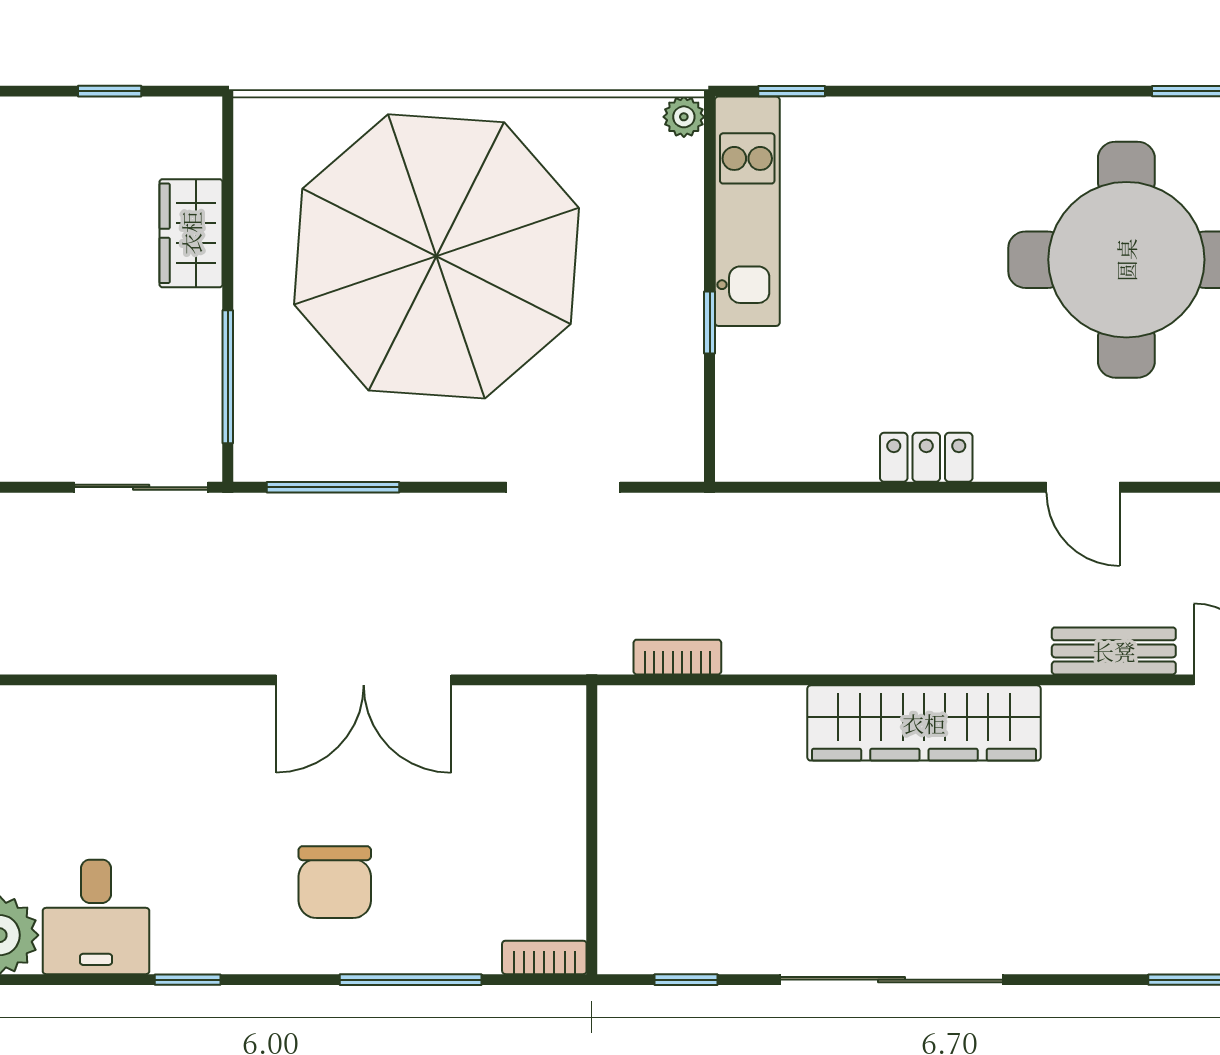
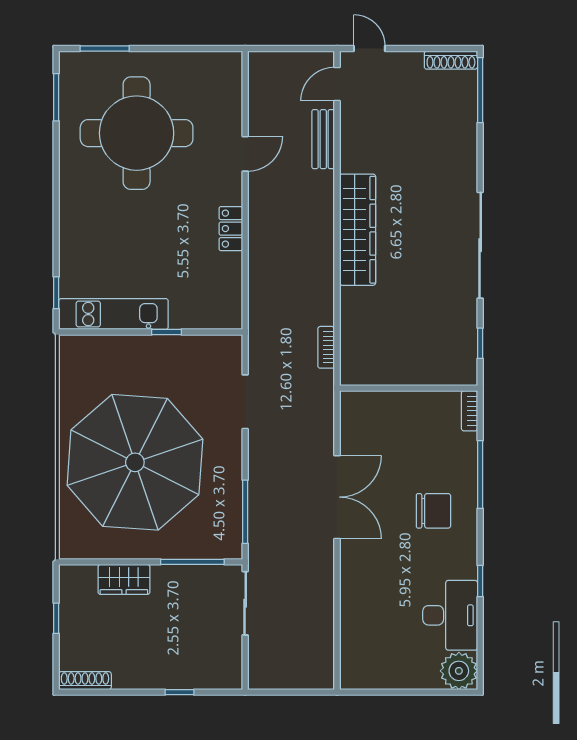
plant: (684, 117) -> (68, 344), removed
desk: (96, 917) -> (450, 615), width x1.37

